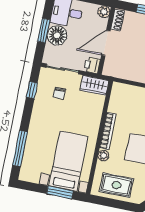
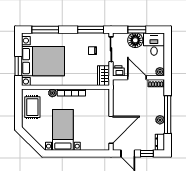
window: (32, 90) -> (91, 30), width x2.17
bed with nightstands: (68, 161) -> (43, 61), width x1.36

